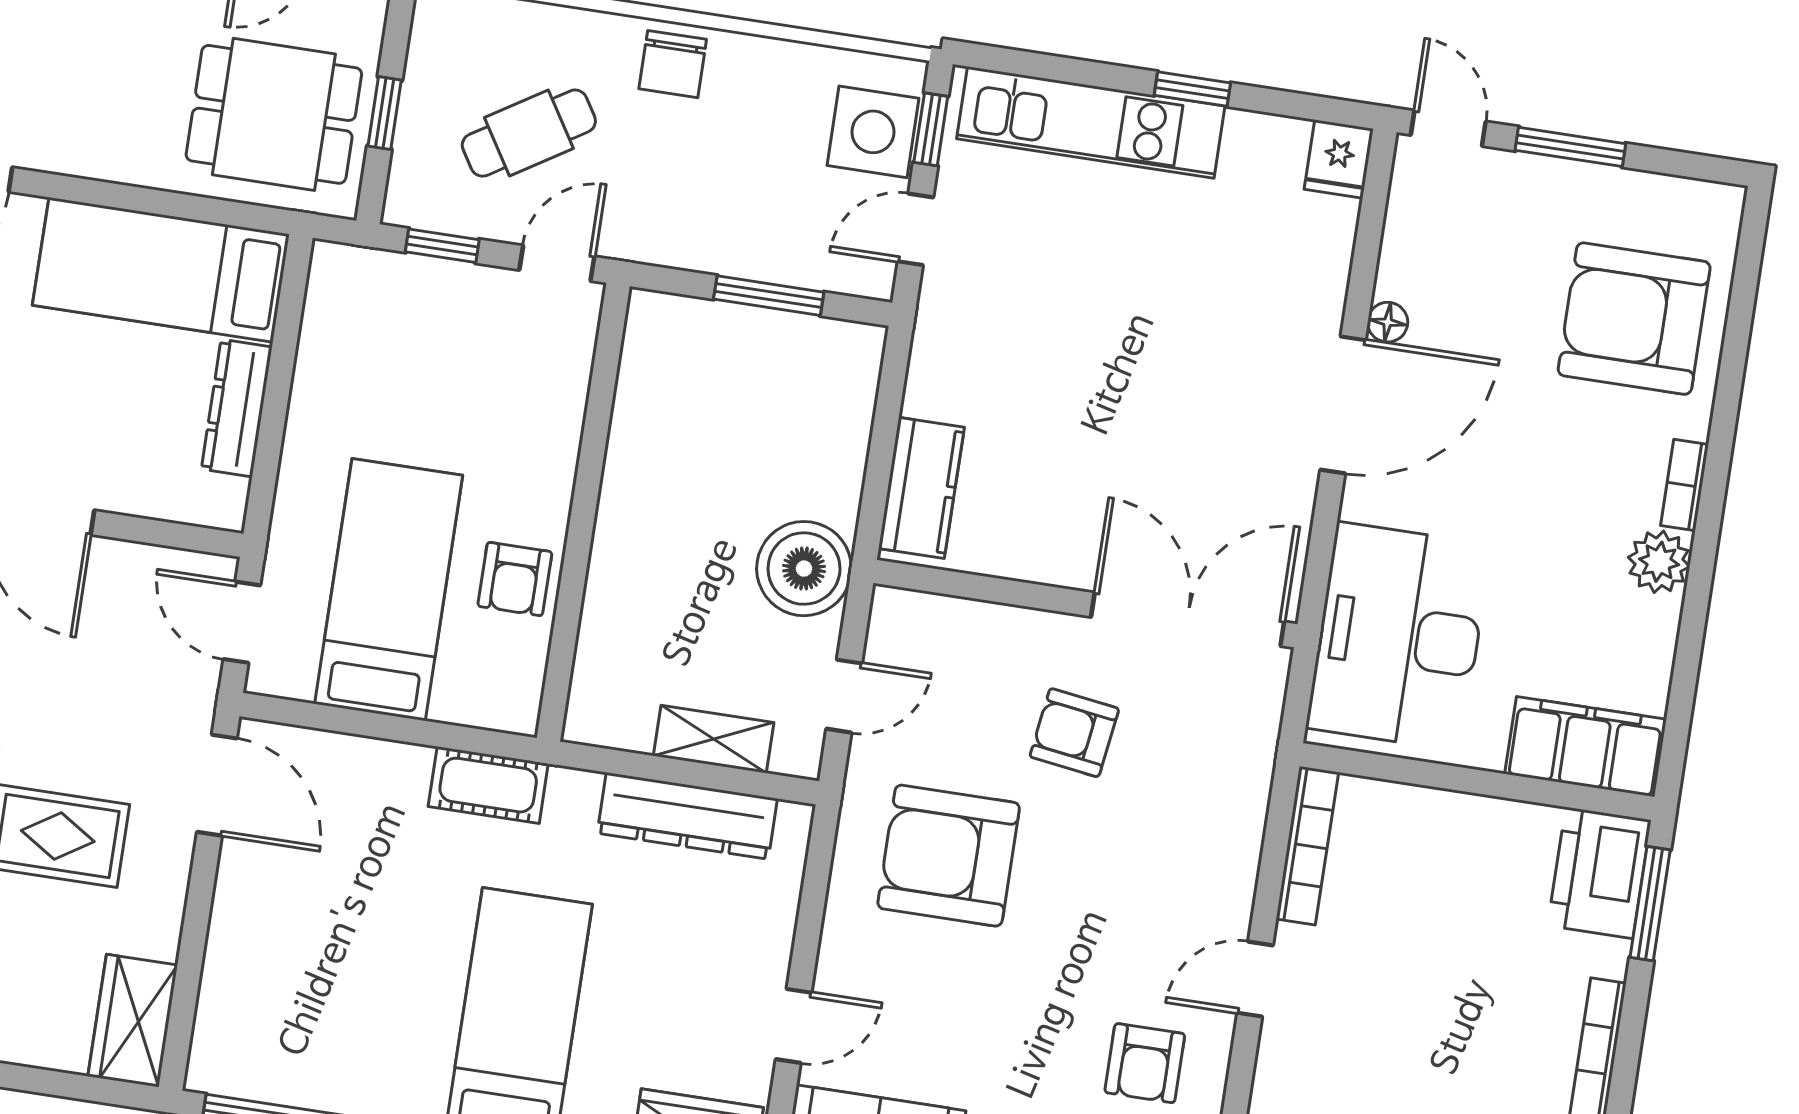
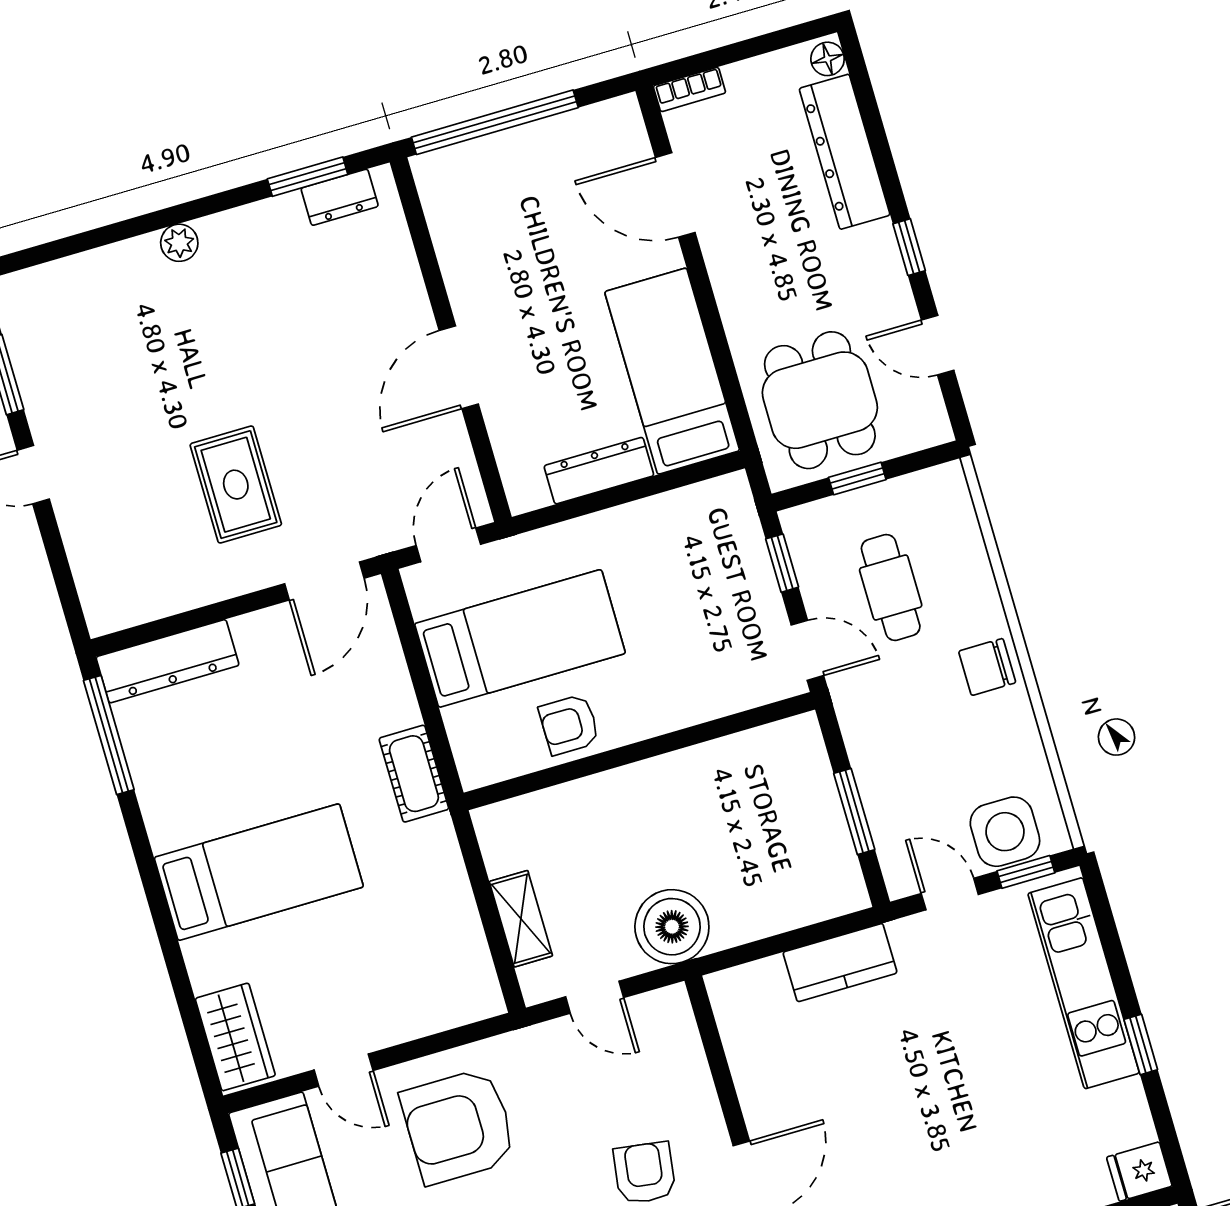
cafe table: (529, 133) -> (891, 587), turned 32
kitchen counter: (921, 488) -> (840, 963), moved
dresser: (687, 816) -> (167, 661), moved, turned -90
armchair: (949, 856) -> (459, 1126), moved, turned -90
wardrobe: (133, 1021) -> (129, 599), removed

